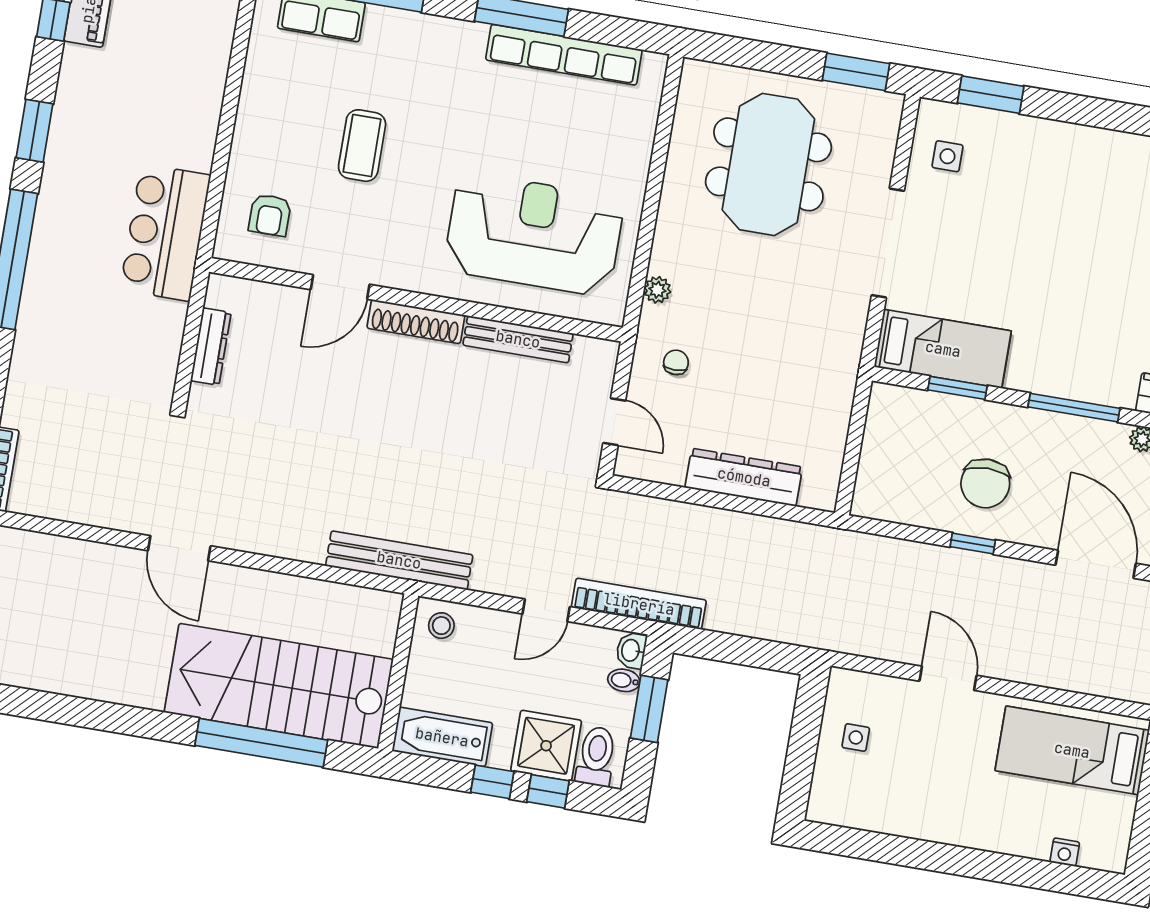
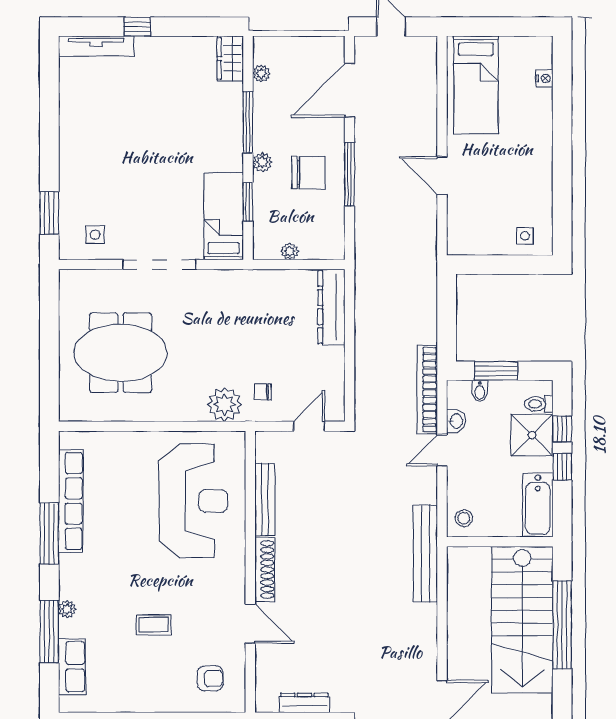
plant: (407, 23) -> (67, 609), added
window: (856, 72) -> (49, 305), removed
coffee table: (362, 146) -> (154, 625), width x0.73, depth x0.77
reception desk: (534, 234) -> (193, 501), turned 180
plant: (657, 290) -> (224, 404), width x1.87, depth x1.87
plant: (1012, 419) -> (262, 162), added
plant: (875, 437) -> (290, 251), added
dresser: (744, 477) -> (331, 307), moved
window: (973, 543) -> (350, 174), width x2.17
door: (546, 610) -> (442, 450), swing flipped
washbasin: (631, 650) -> (456, 421), moved, turned -90
door: (948, 678) -> (442, 176), hinge flipped
side table: (856, 737) -> (525, 236), moved
toilet: (596, 756) -> (539, 404), width x0.73, depth x0.72

